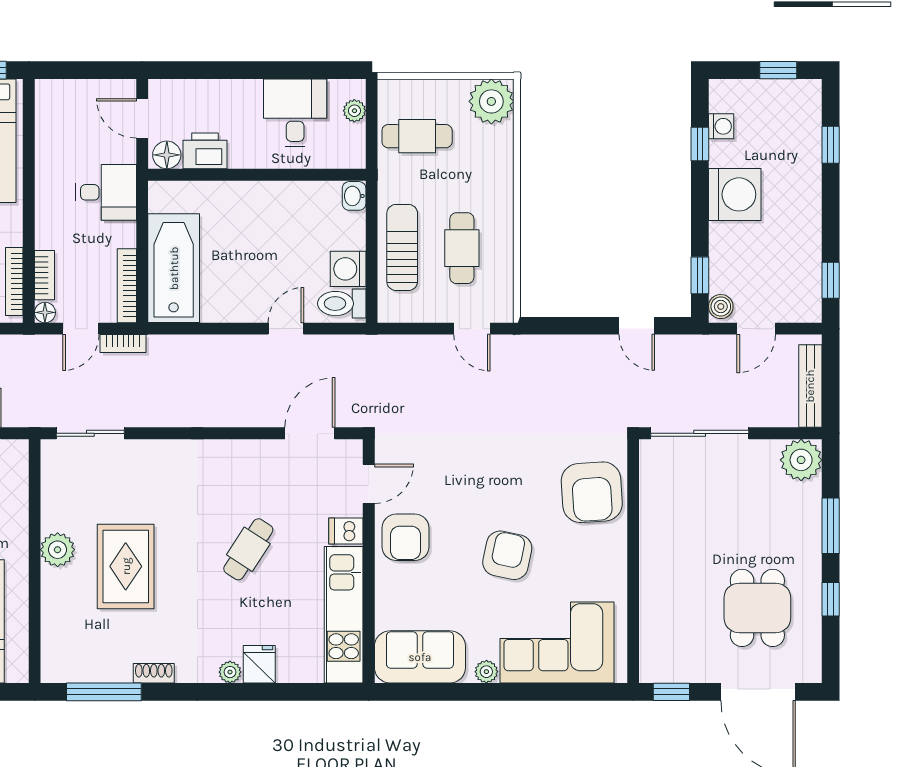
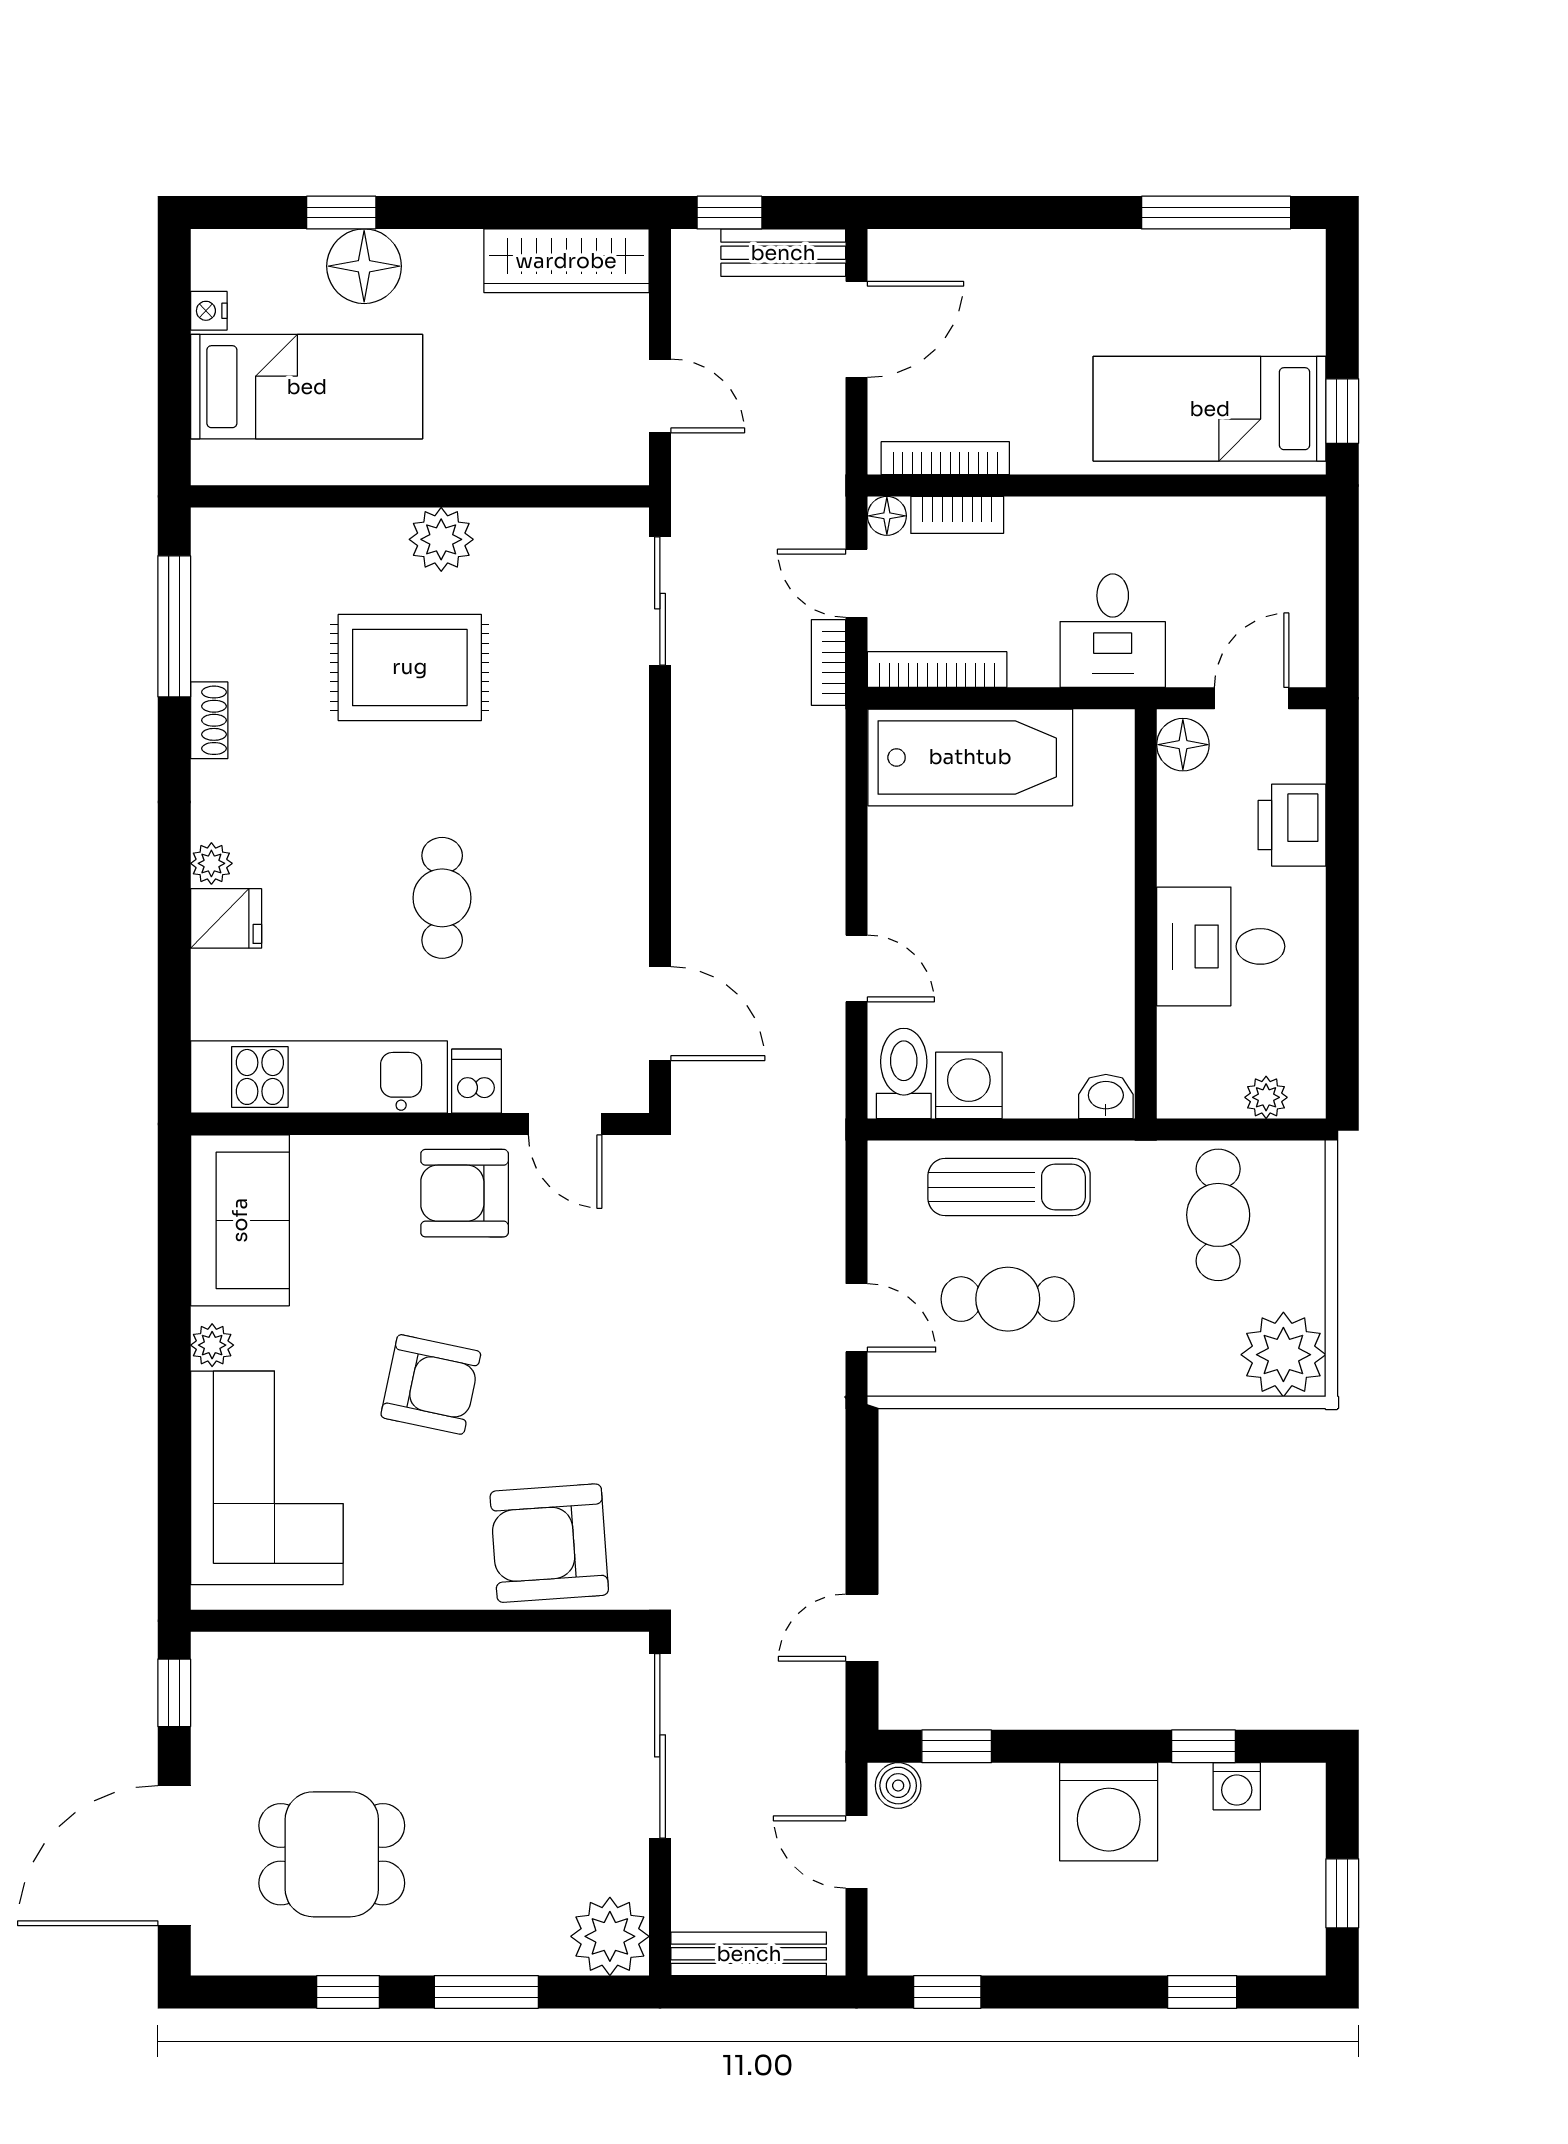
desk: (295, 113) -> (1221, 946), moved, turned 180
printer: (205, 151) -> (1292, 825), moved, turned 180
door: (472, 329) -> (856, 1318), swing flipped
cafe table: (248, 549) -> (442, 898), turned 57

